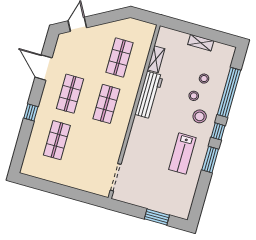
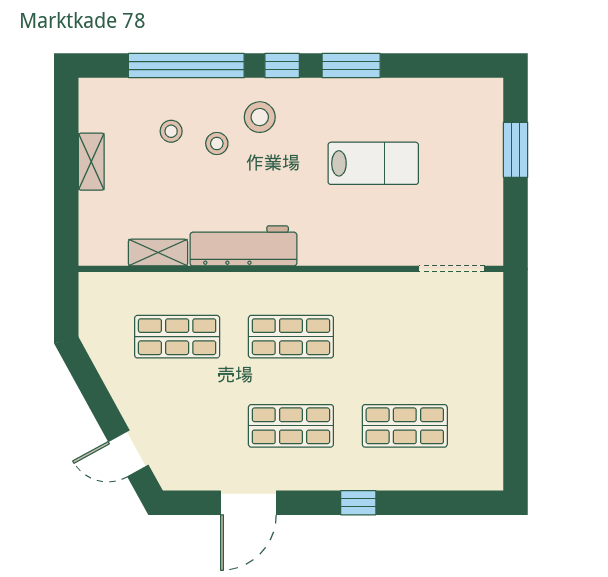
lab bench: (182, 154) -> (373, 163), moved

